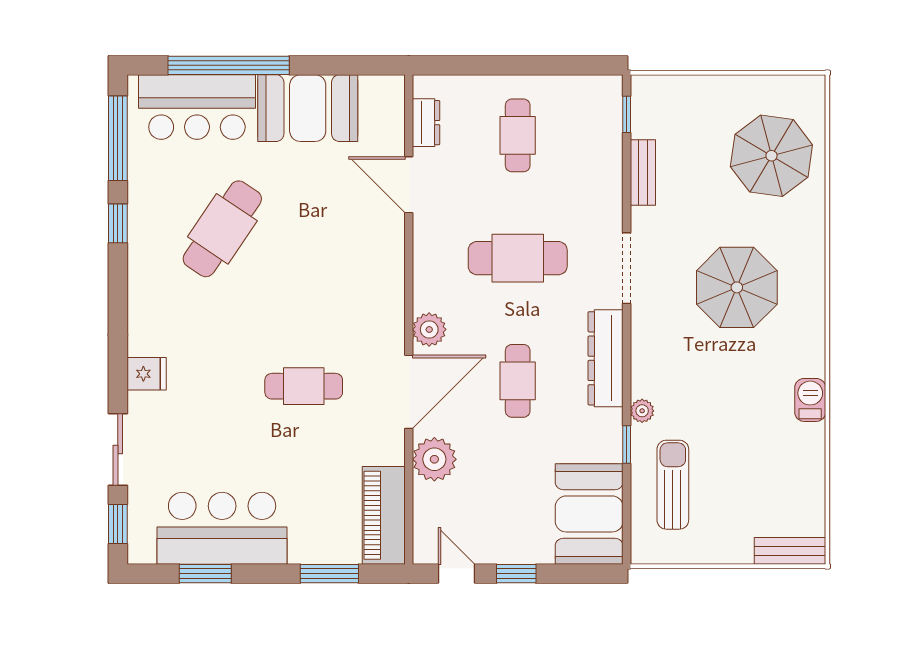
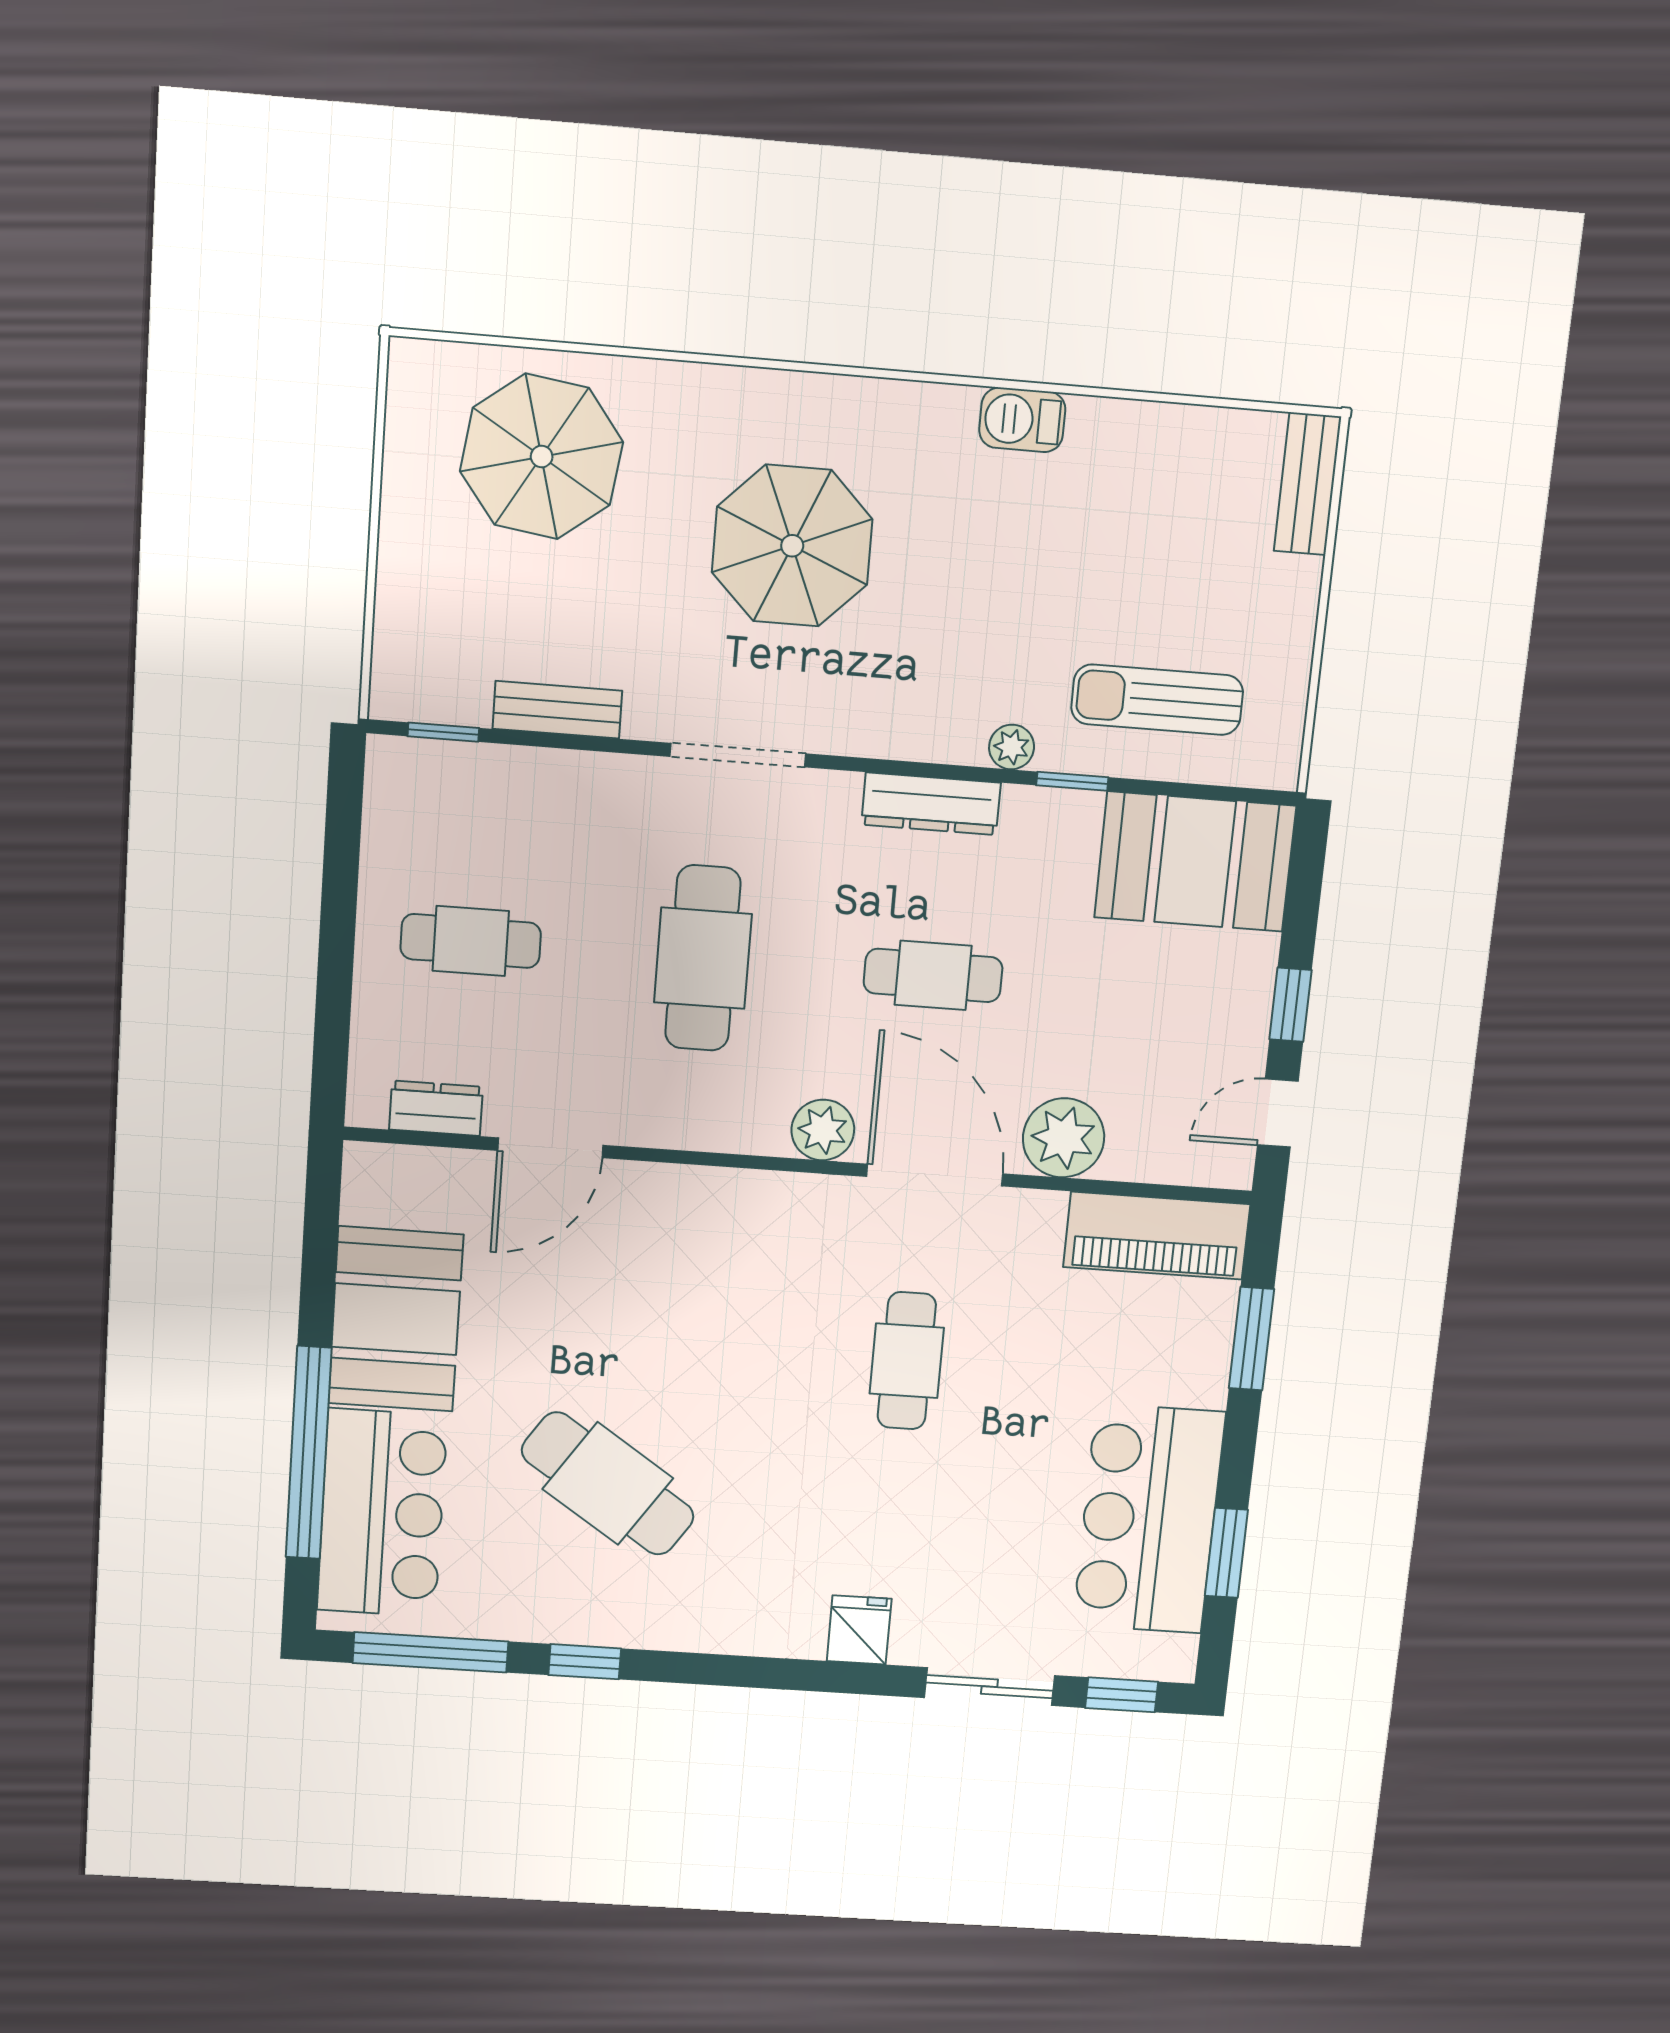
dresser: (606, 358) -> (931, 804), width x0.73, depth x0.80

